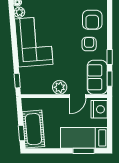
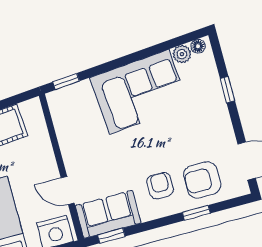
armchair: (89, 44) -> (160, 186), turned -90
window: (110, 57) -> (196, 213), moved
plant: (60, 87) -> (74, 156), removed

